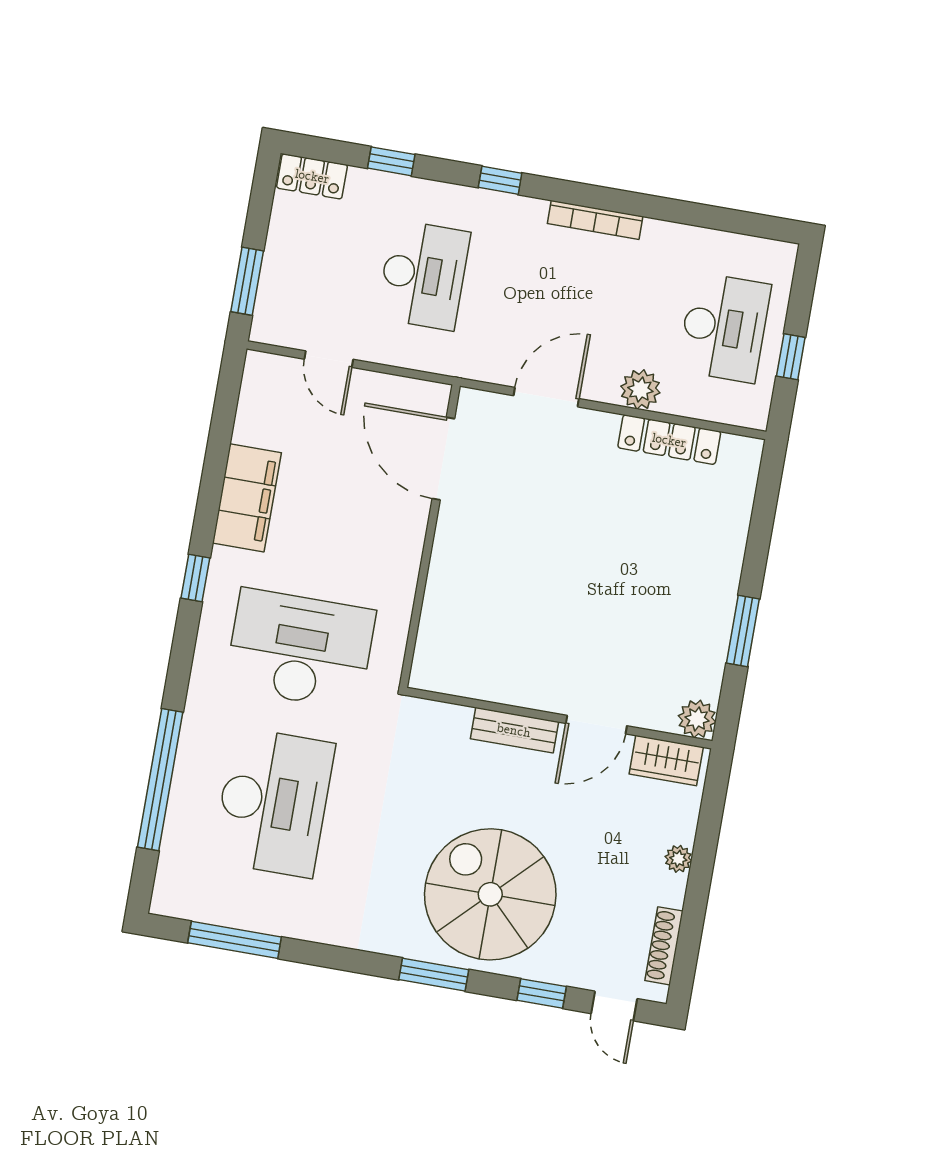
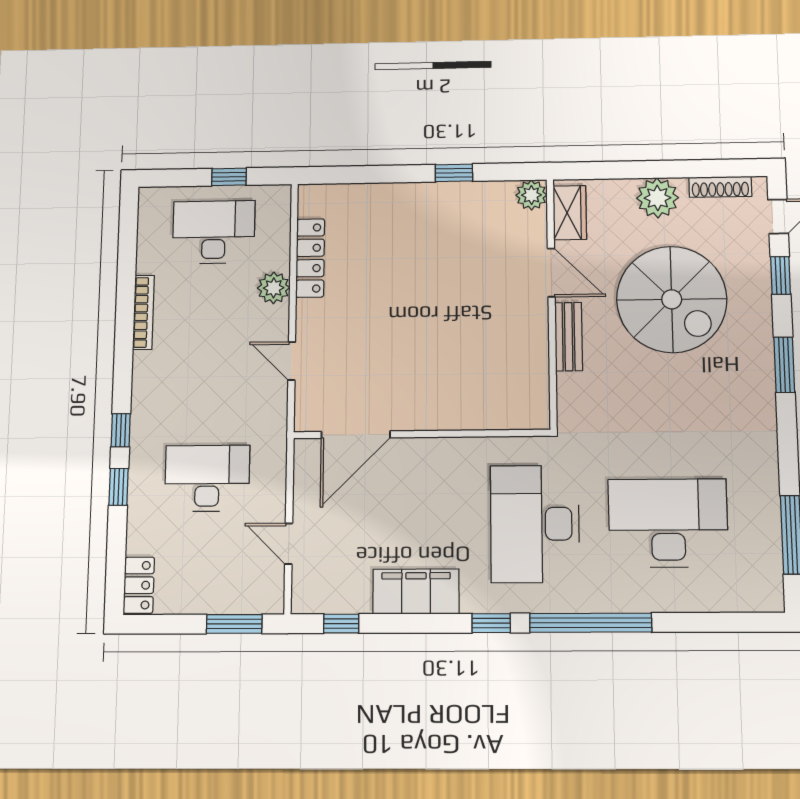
window: (391, 161) -> (119, 487), moved
bookcase: (595, 220) -> (143, 312), moved
door: (329, 359) -> (289, 544), swing flipped
door: (546, 397) -> (292, 361), width x0.73
window: (226, 405) -> (341, 624), added
window: (743, 631) -> (454, 173), width x0.67
window: (160, 780) -> (591, 623), moved
plant: (678, 859) -> (657, 198), width x1.88, depth x1.88
spiral stairs: (490, 894) -> (672, 299), moved, turned -90

